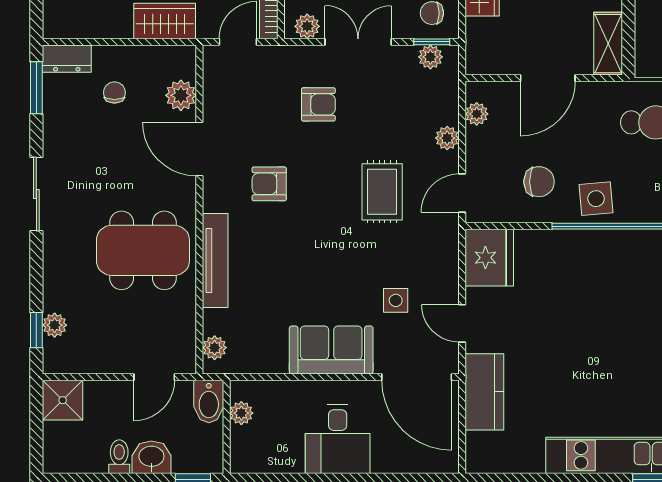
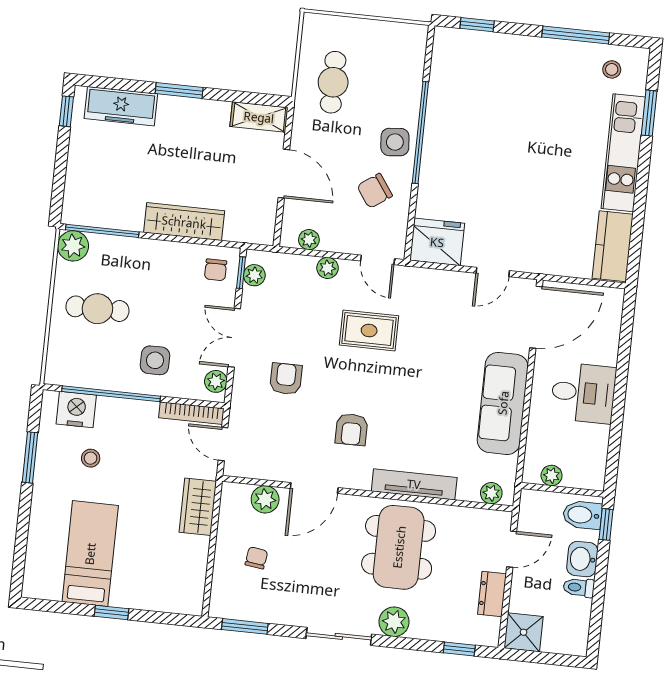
dresser: (67, 59) -> (492, 594), moved, turned 180
chair: (114, 93) -> (256, 558), turned 98
chair: (539, 182) -> (375, 191), turned -125
side table: (396, 300) -> (466, 329), removed
plant: (55, 325) -> (394, 622), moved, width x1.38, depth x1.38
sofa: (331, 350) -> (503, 403), width x1.36
door: (154, 377) -> (512, 549), hinge flipped
kitchen counter: (484, 392) -> (613, 246), moved, turned -90
bidet: (209, 402) -> (582, 515), moved, turned 180

